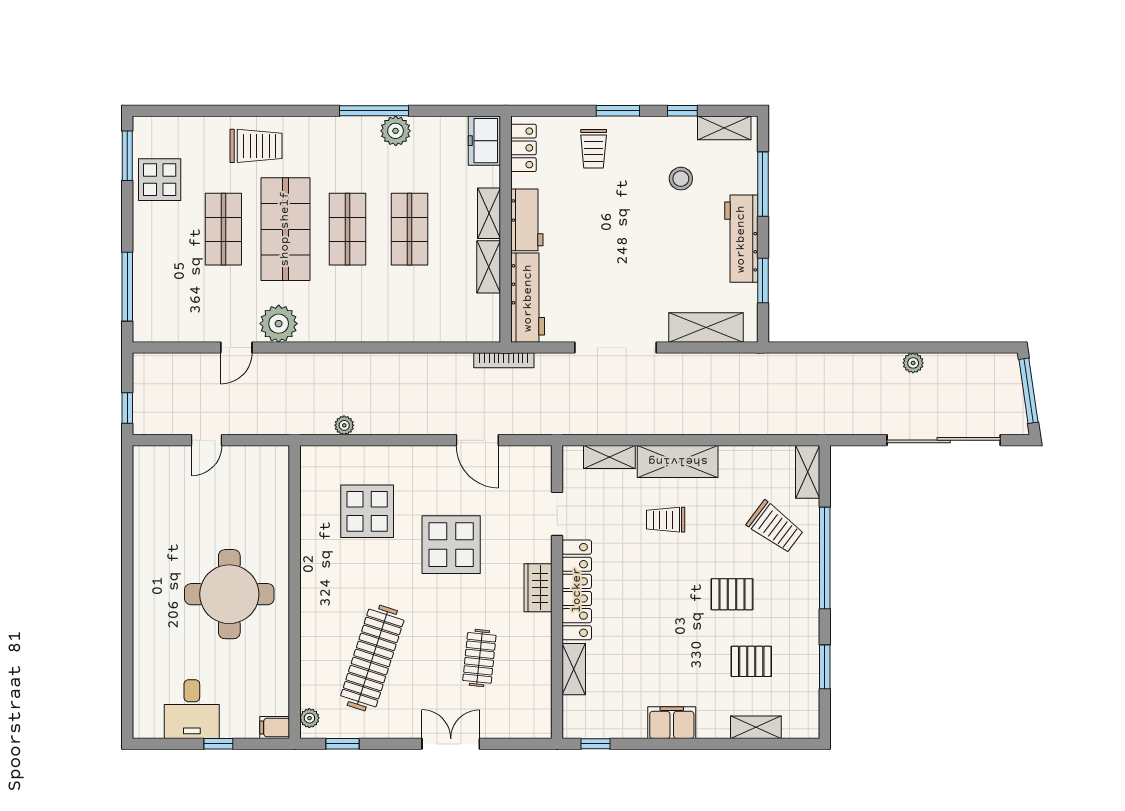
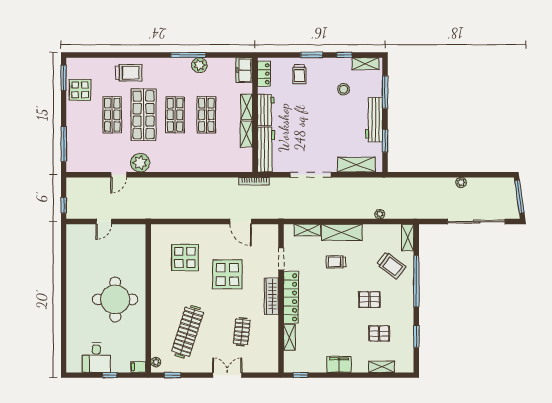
plant: (344, 425) -> (380, 214), moved
wardrobe: (538, 588) -> (271, 296), width x1.50

